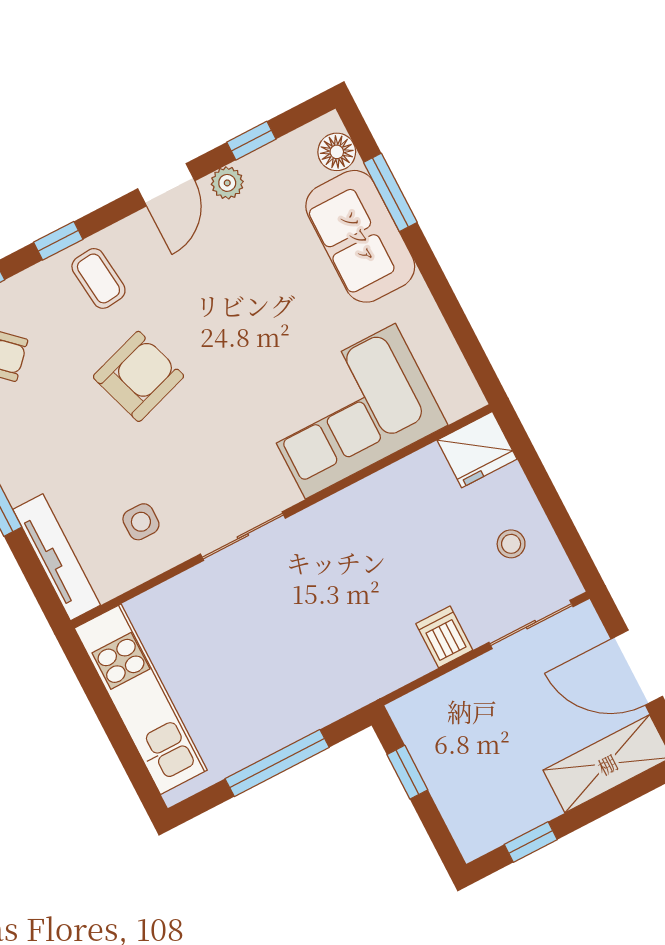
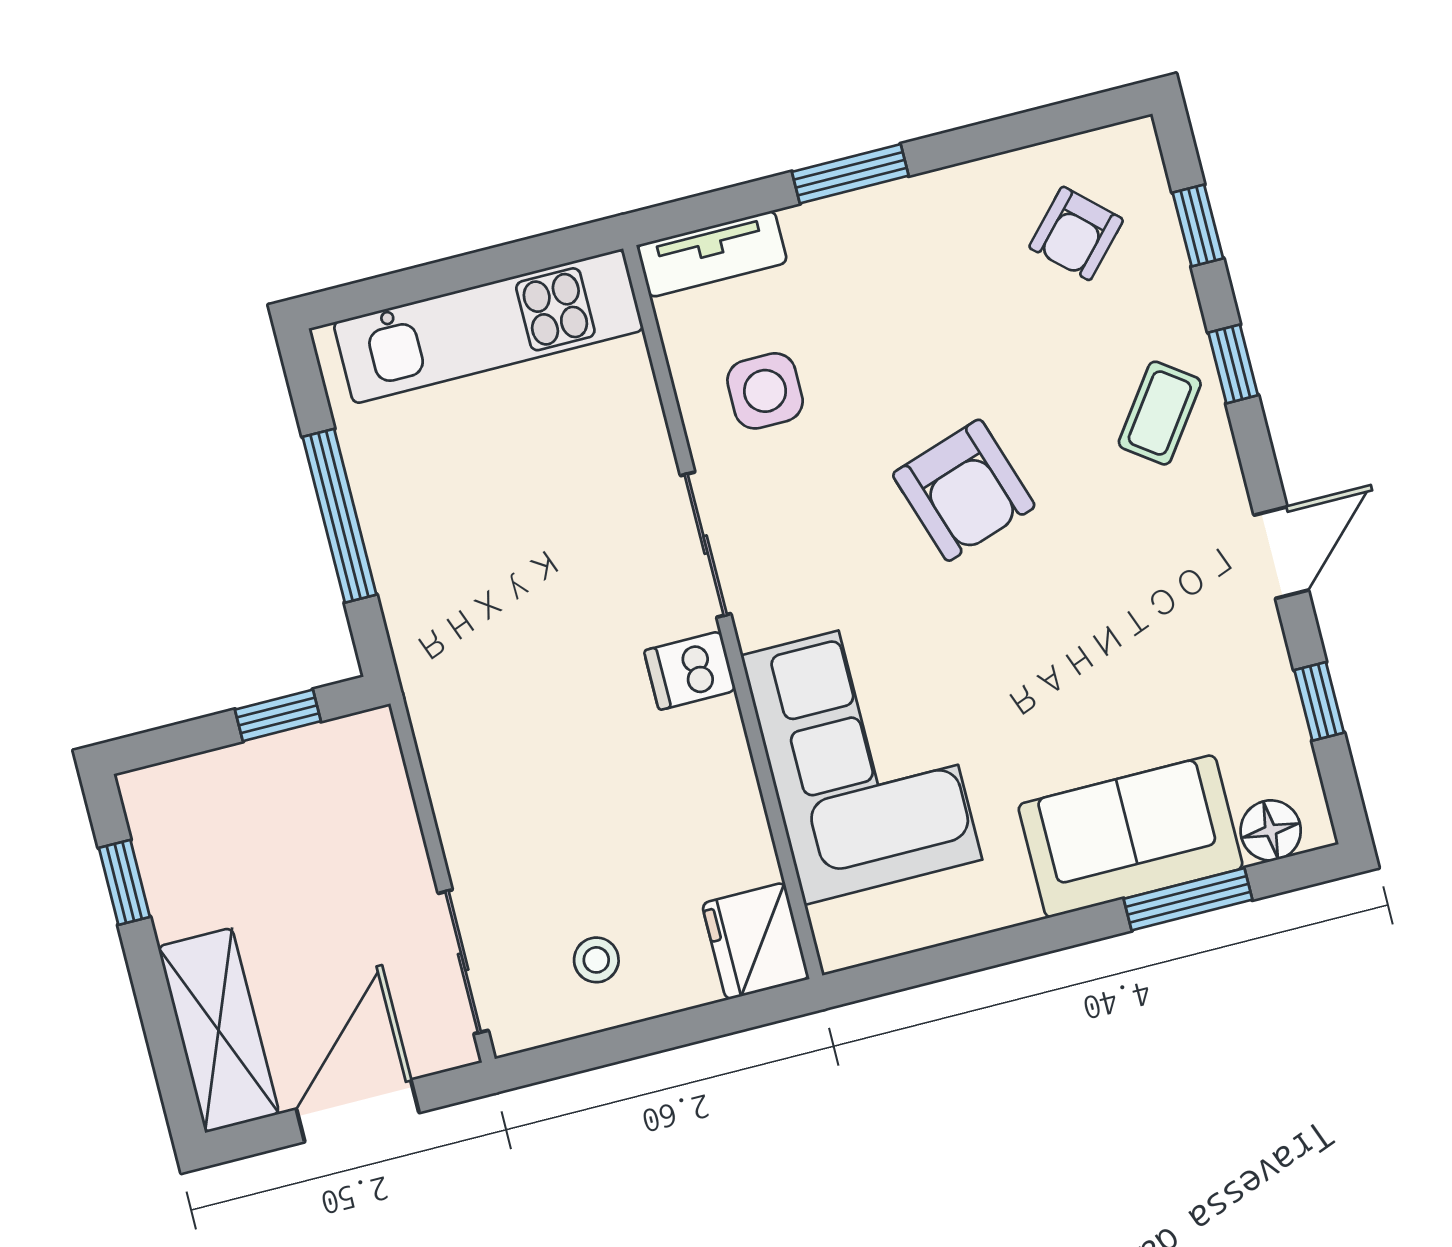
plant: (227, 183) -> (1262, 648), removed
door: (166, 185) -> (1281, 553), swing flipped
coffee table: (98, 278) -> (1160, 413), turned -48
armchair: (138, 376) -> (964, 490), moved
side table: (141, 522) -> (765, 391), width x1.37, depth x1.37
tv unit: (57, 557) -> (712, 254), width x0.71
dishwasher: (444, 637) -> (690, 671), moved, turned 180

